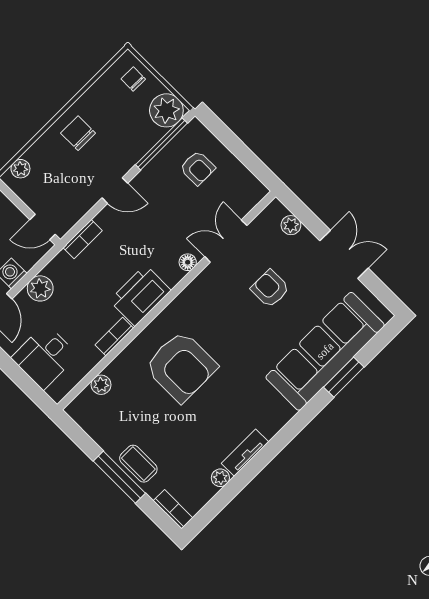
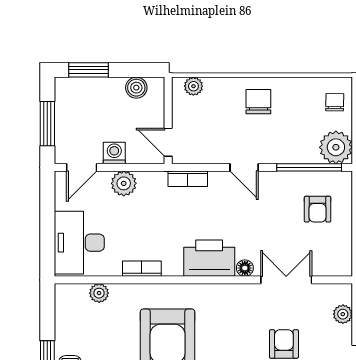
printer: (140, 295) -> (209, 258), moved
desk: (45, 357) -> (79, 243), width x1.37

